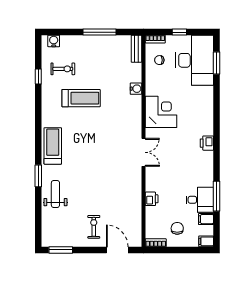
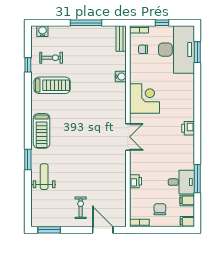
treadmill: (81, 98) -> (52, 85), moved
treadmill: (53, 146) -> (42, 131), turned 180

